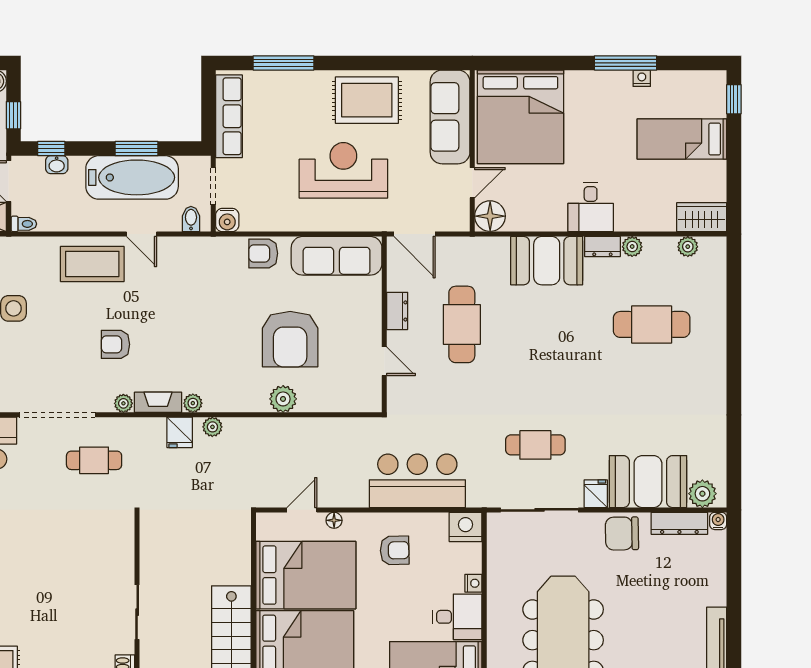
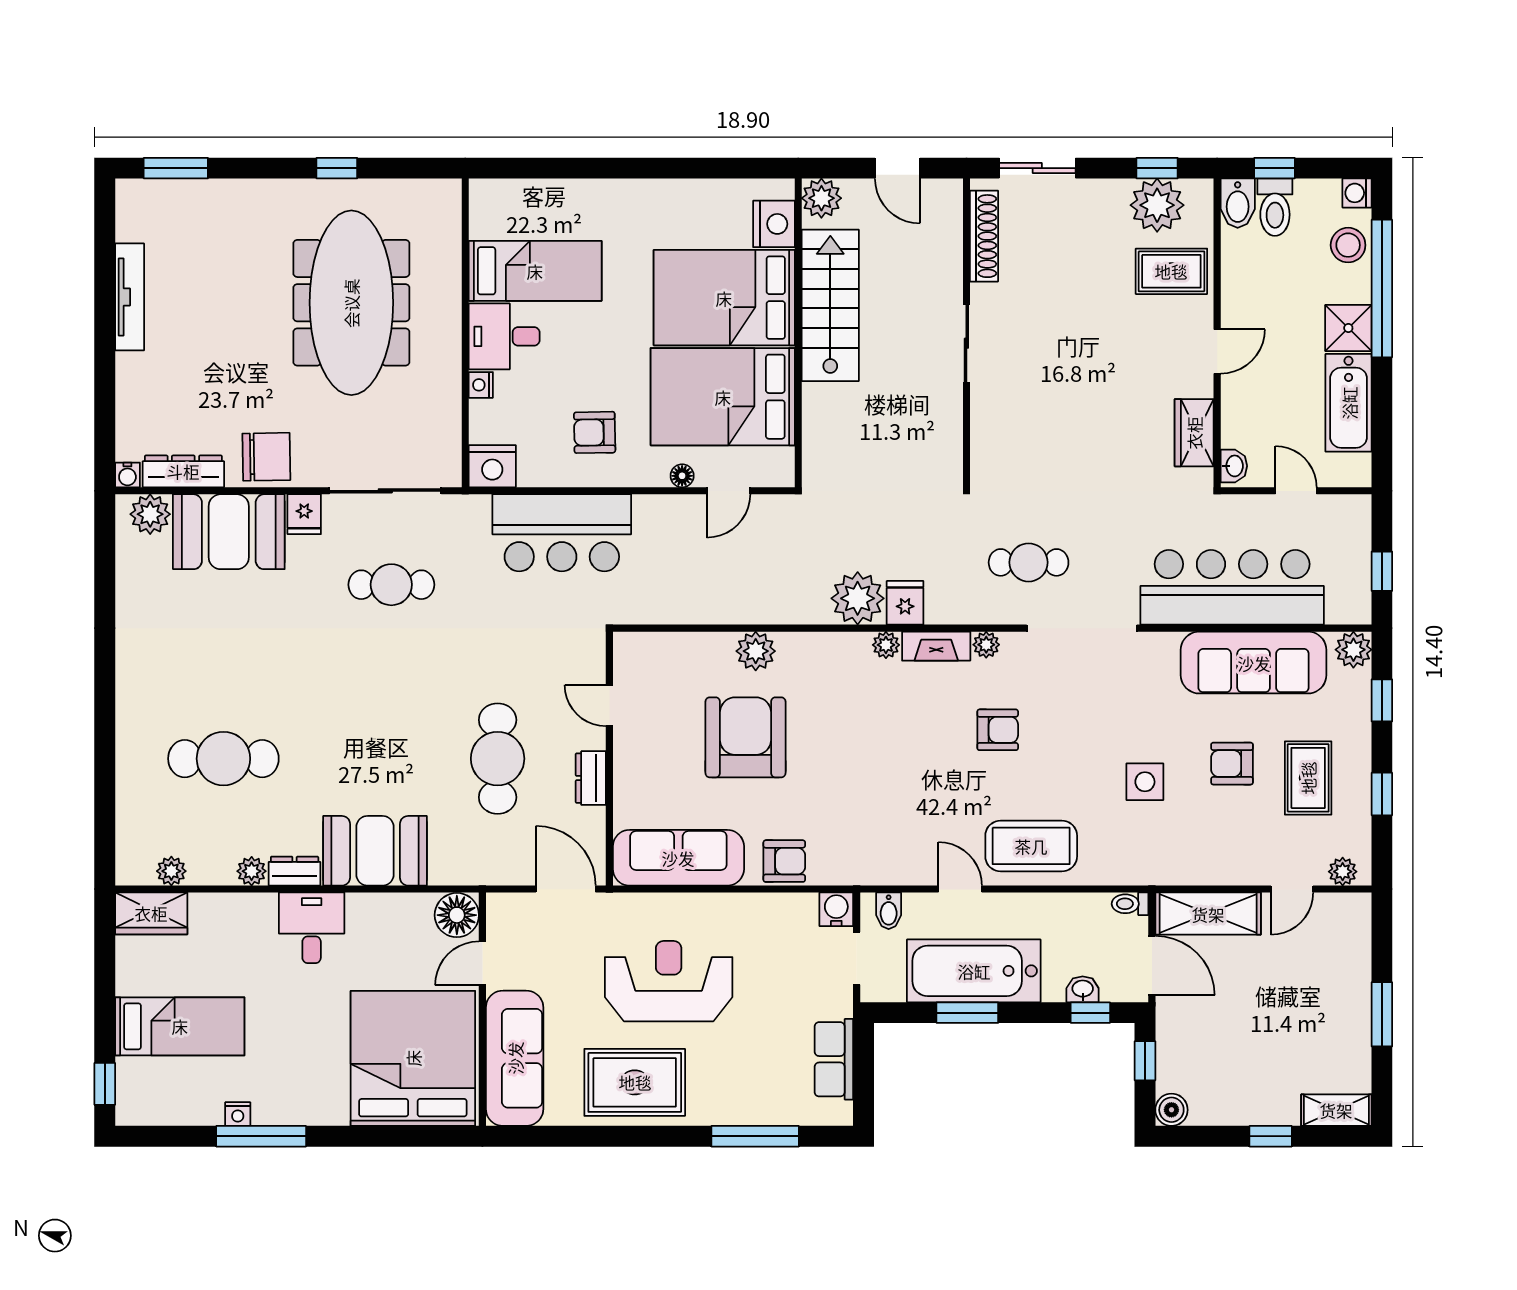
row of seats: (229, 116) -> (834, 1059), width x0.68
reception desk: (343, 170) -> (669, 981), turned 180
plant: (212, 427) -> (858, 598), width x1.87, depth x1.87

